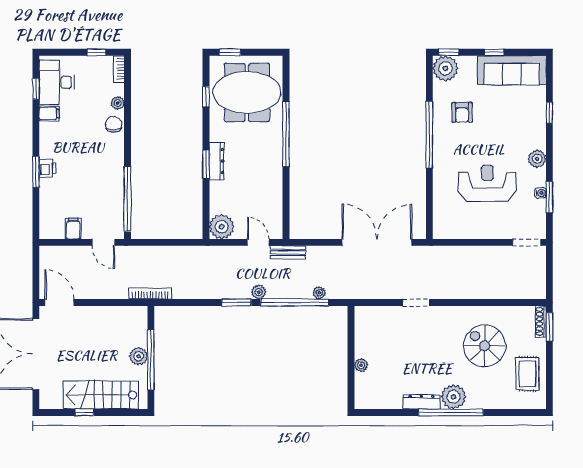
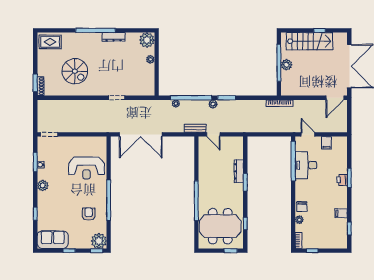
sofa: (512, 70) -> (53, 240), width x0.73
desk: (57, 82) -> (306, 165), moved, turned 180
dresser: (217, 161) -> (239, 171), moved
reception desk: (487, 183) -> (86, 168), moved
plant: (222, 227) -> (236, 144), removed
door: (59, 302) -> (335, 98), hinge flipped
rug: (527, 374) -> (50, 42), moved, turned 90
plant: (453, 397) -> (147, 40), moved

